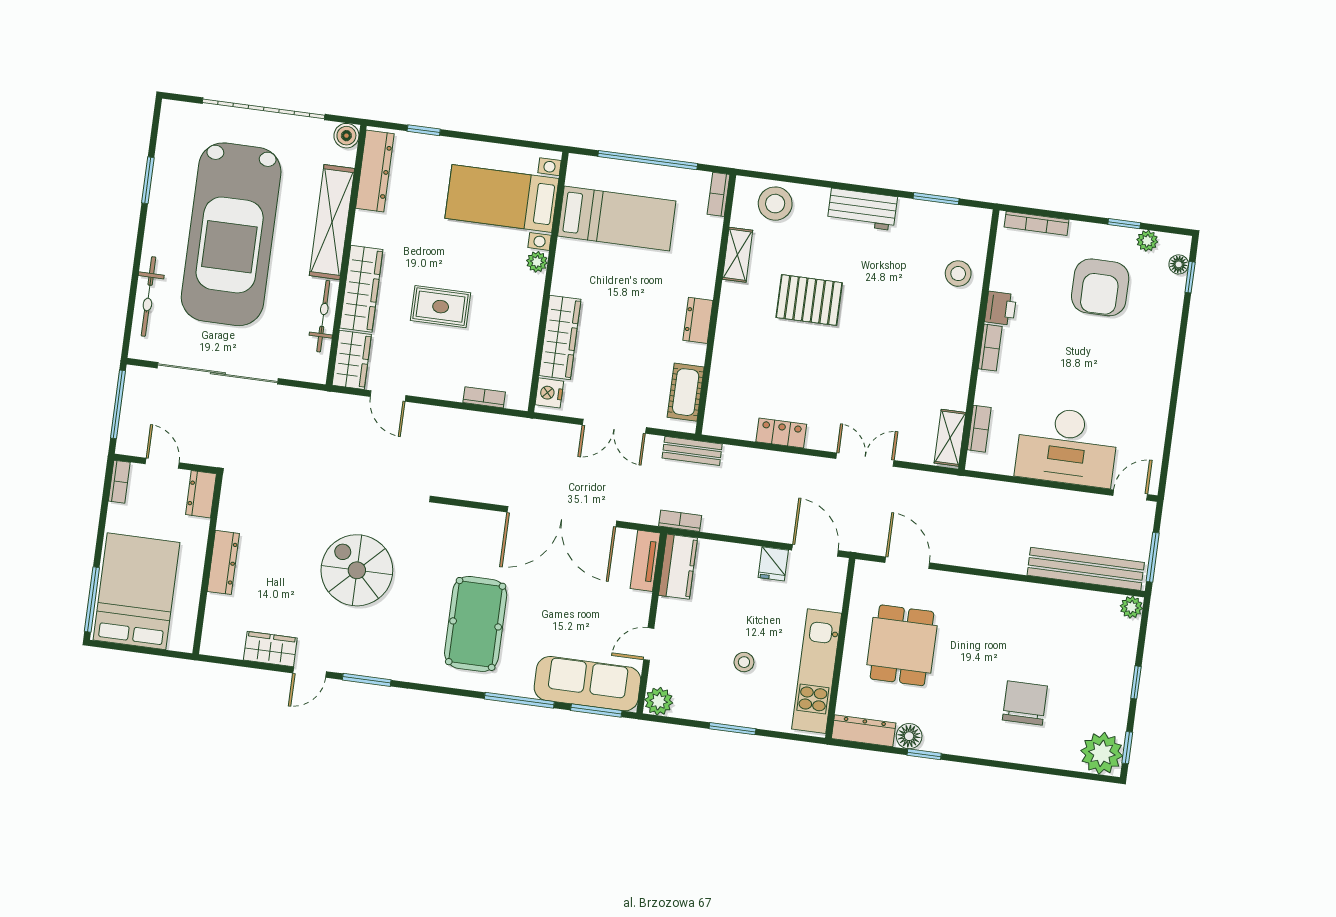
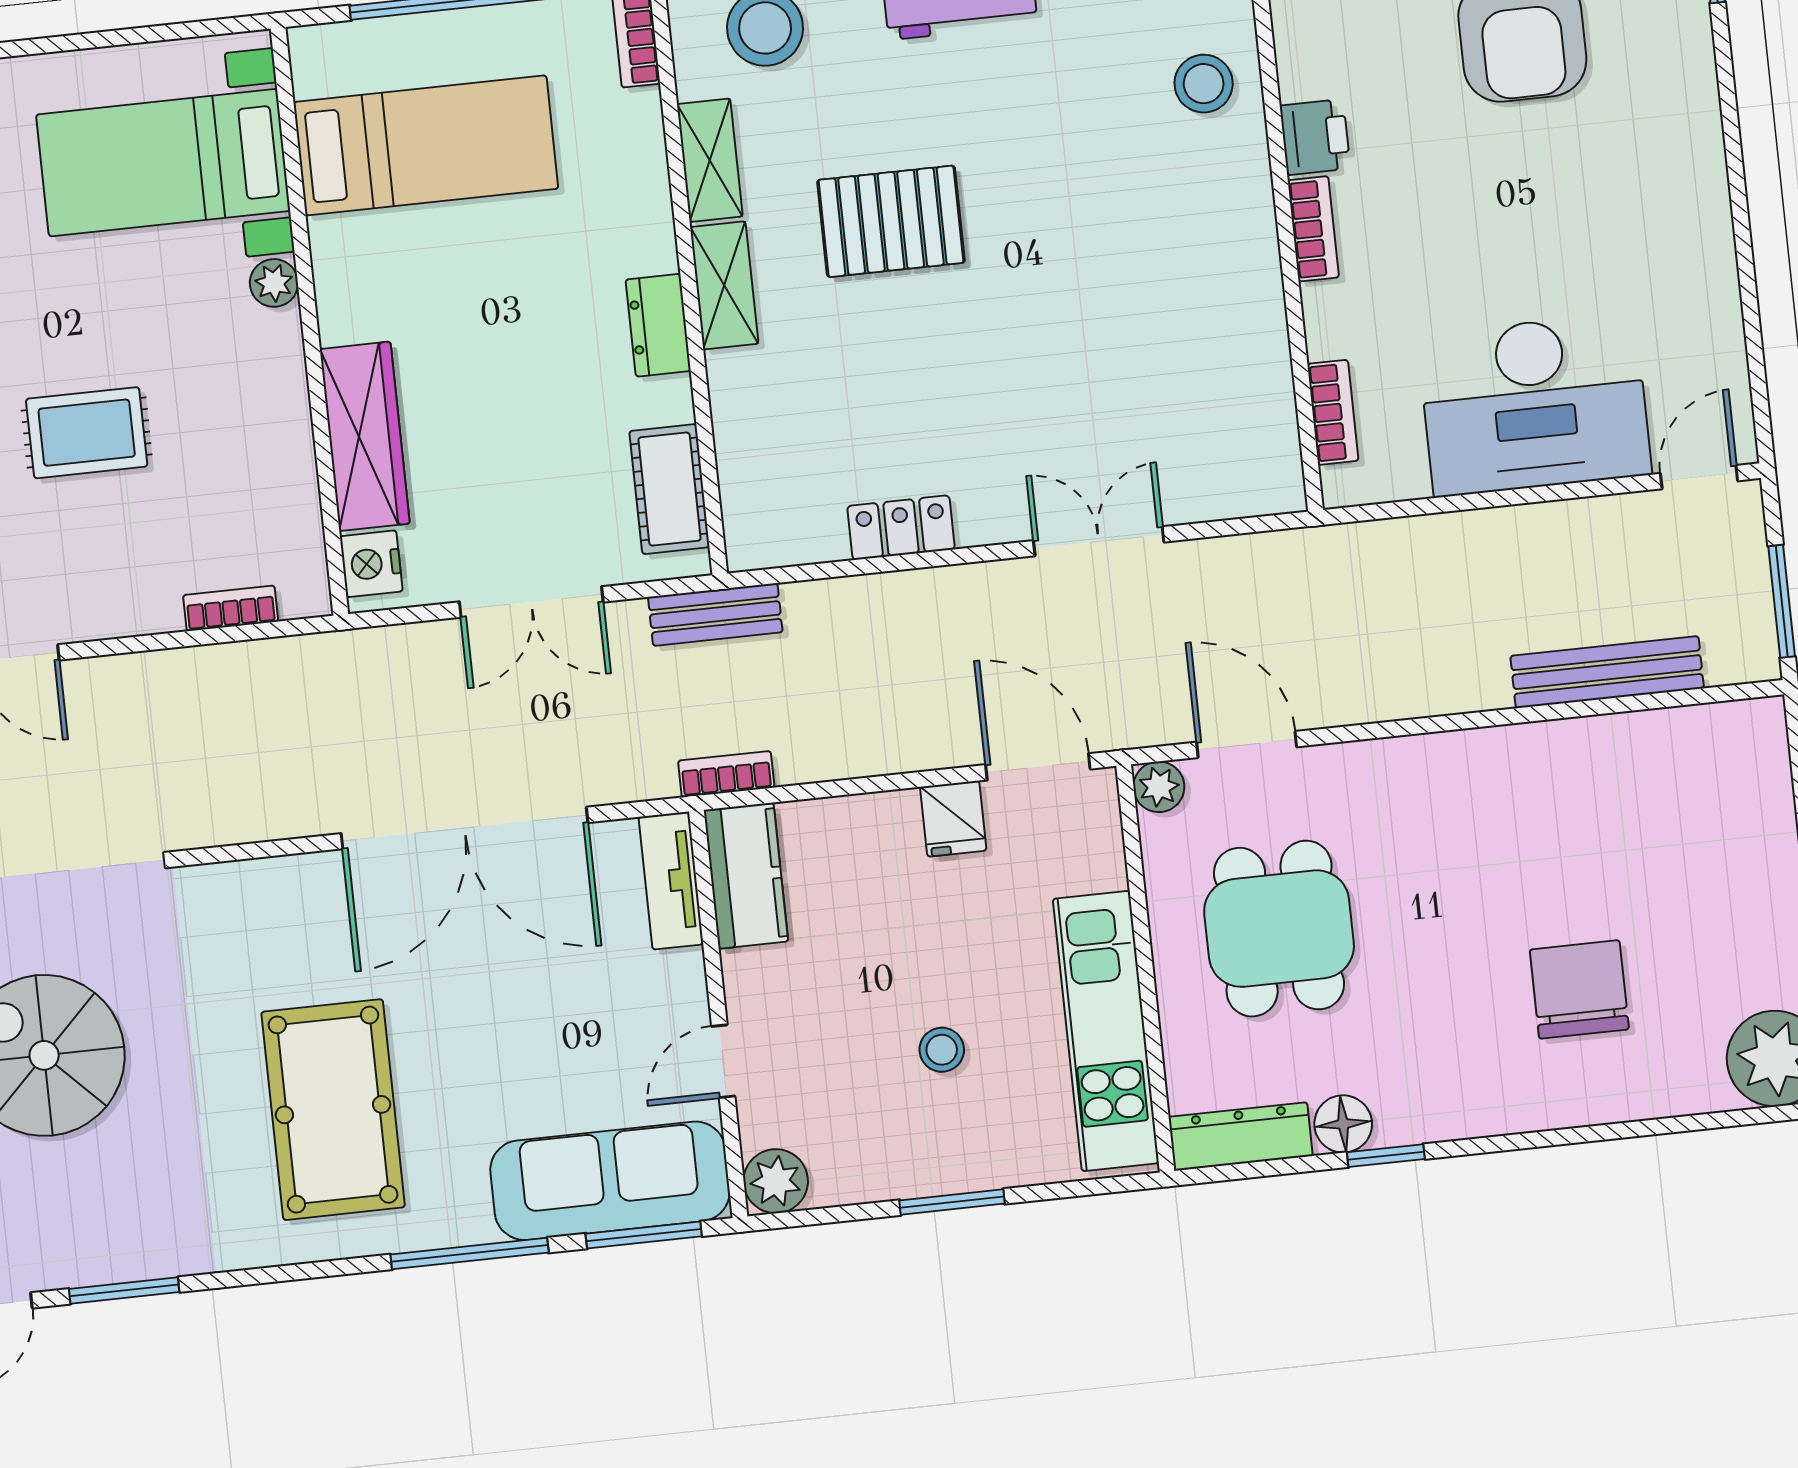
shelving: (950, 438) -> (724, 285), moved
bench: (1086, 569) -> (1607, 672), width x0.73, depth x0.82
plant: (1131, 607) -> (1159, 787), moved

